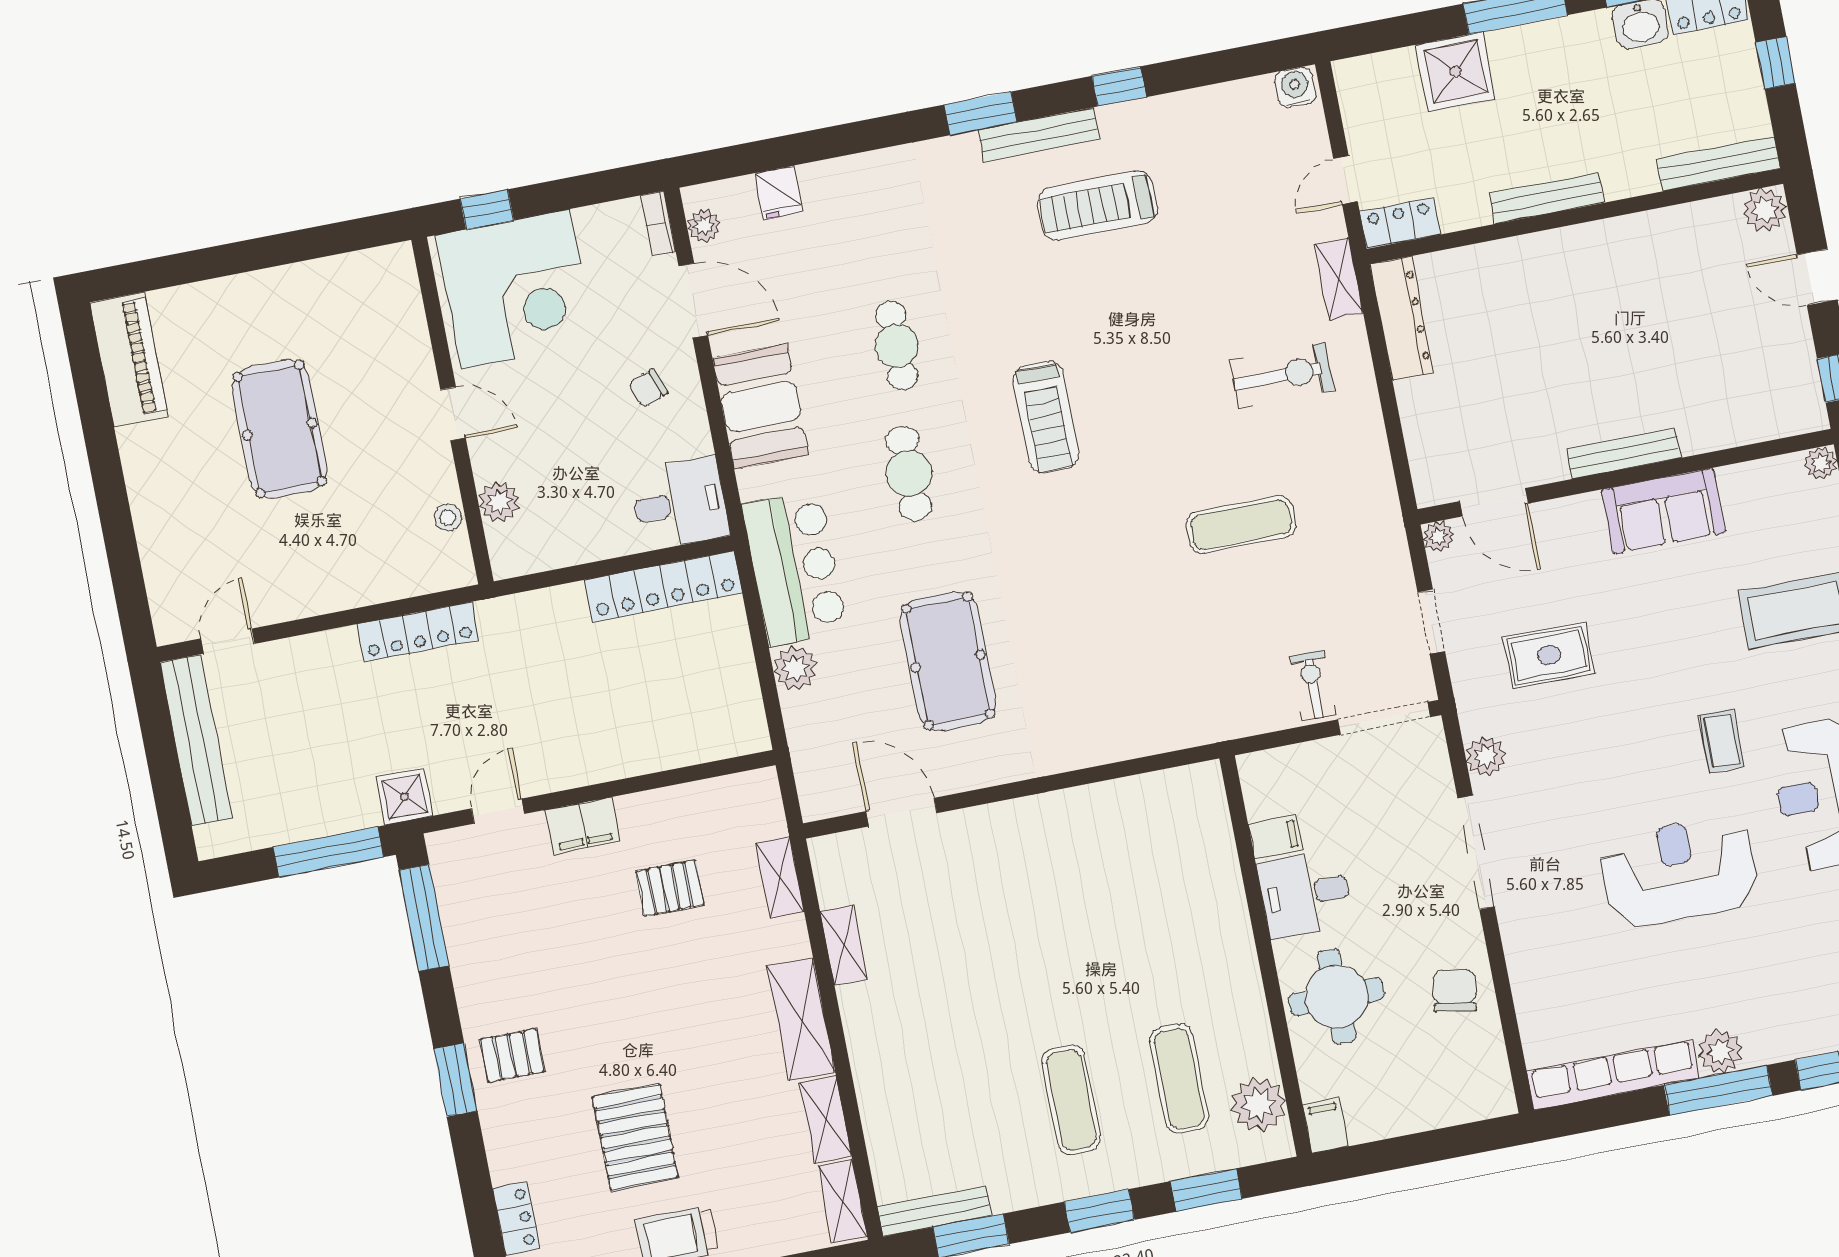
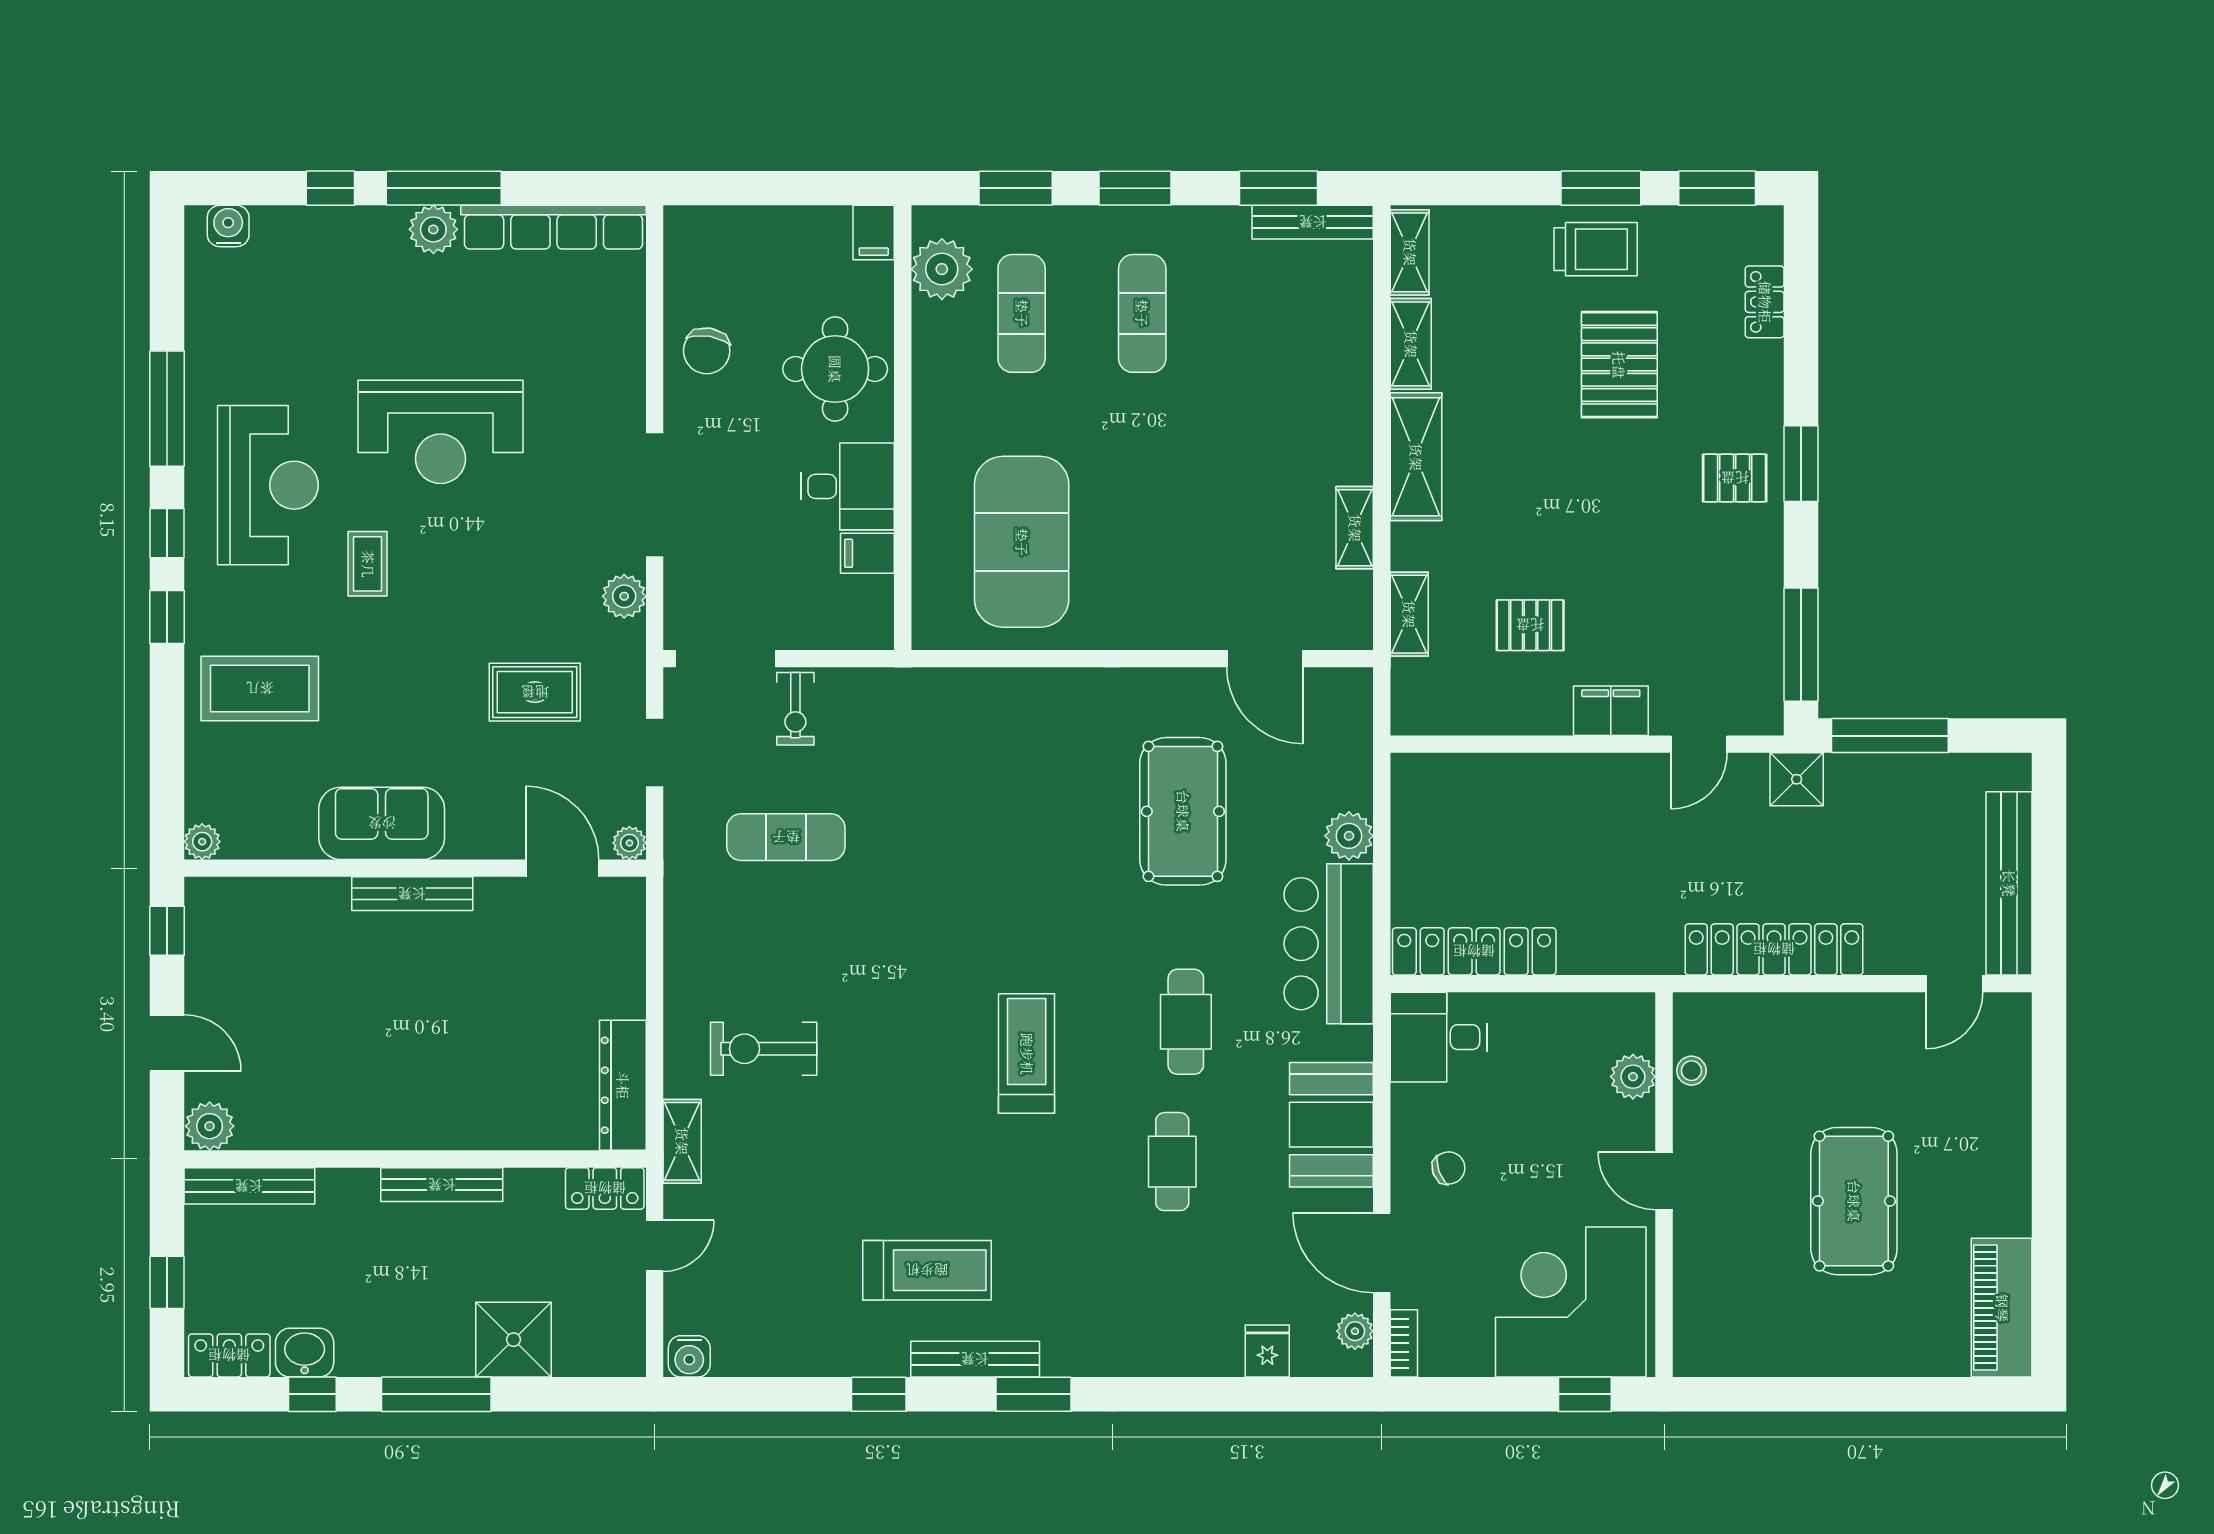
exercise mat: (1241, 525) -> (786, 837), moved
locker: (418, 632) -> (1774, 949), width x1.41, depth x1.21
exercise mat: (1139, 874) -> (1022, 542), added

